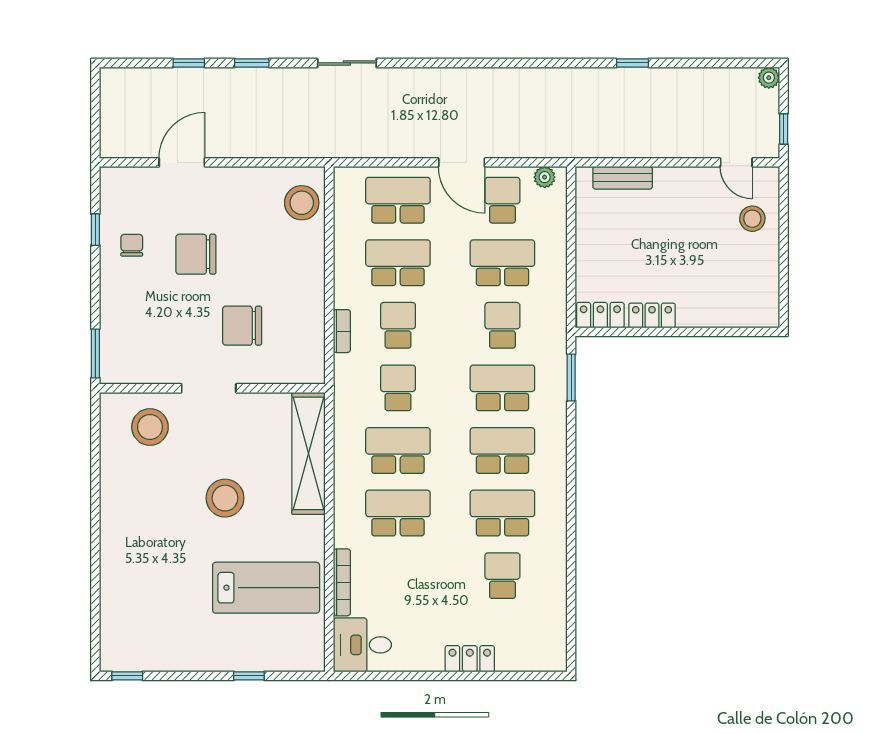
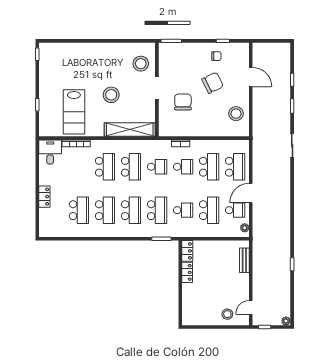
stool: (302, 203) -> (236, 114), moved
chair: (196, 254) -> (213, 83), turned 64
school desk: (502, 576) -> (79, 210), width x1.85

